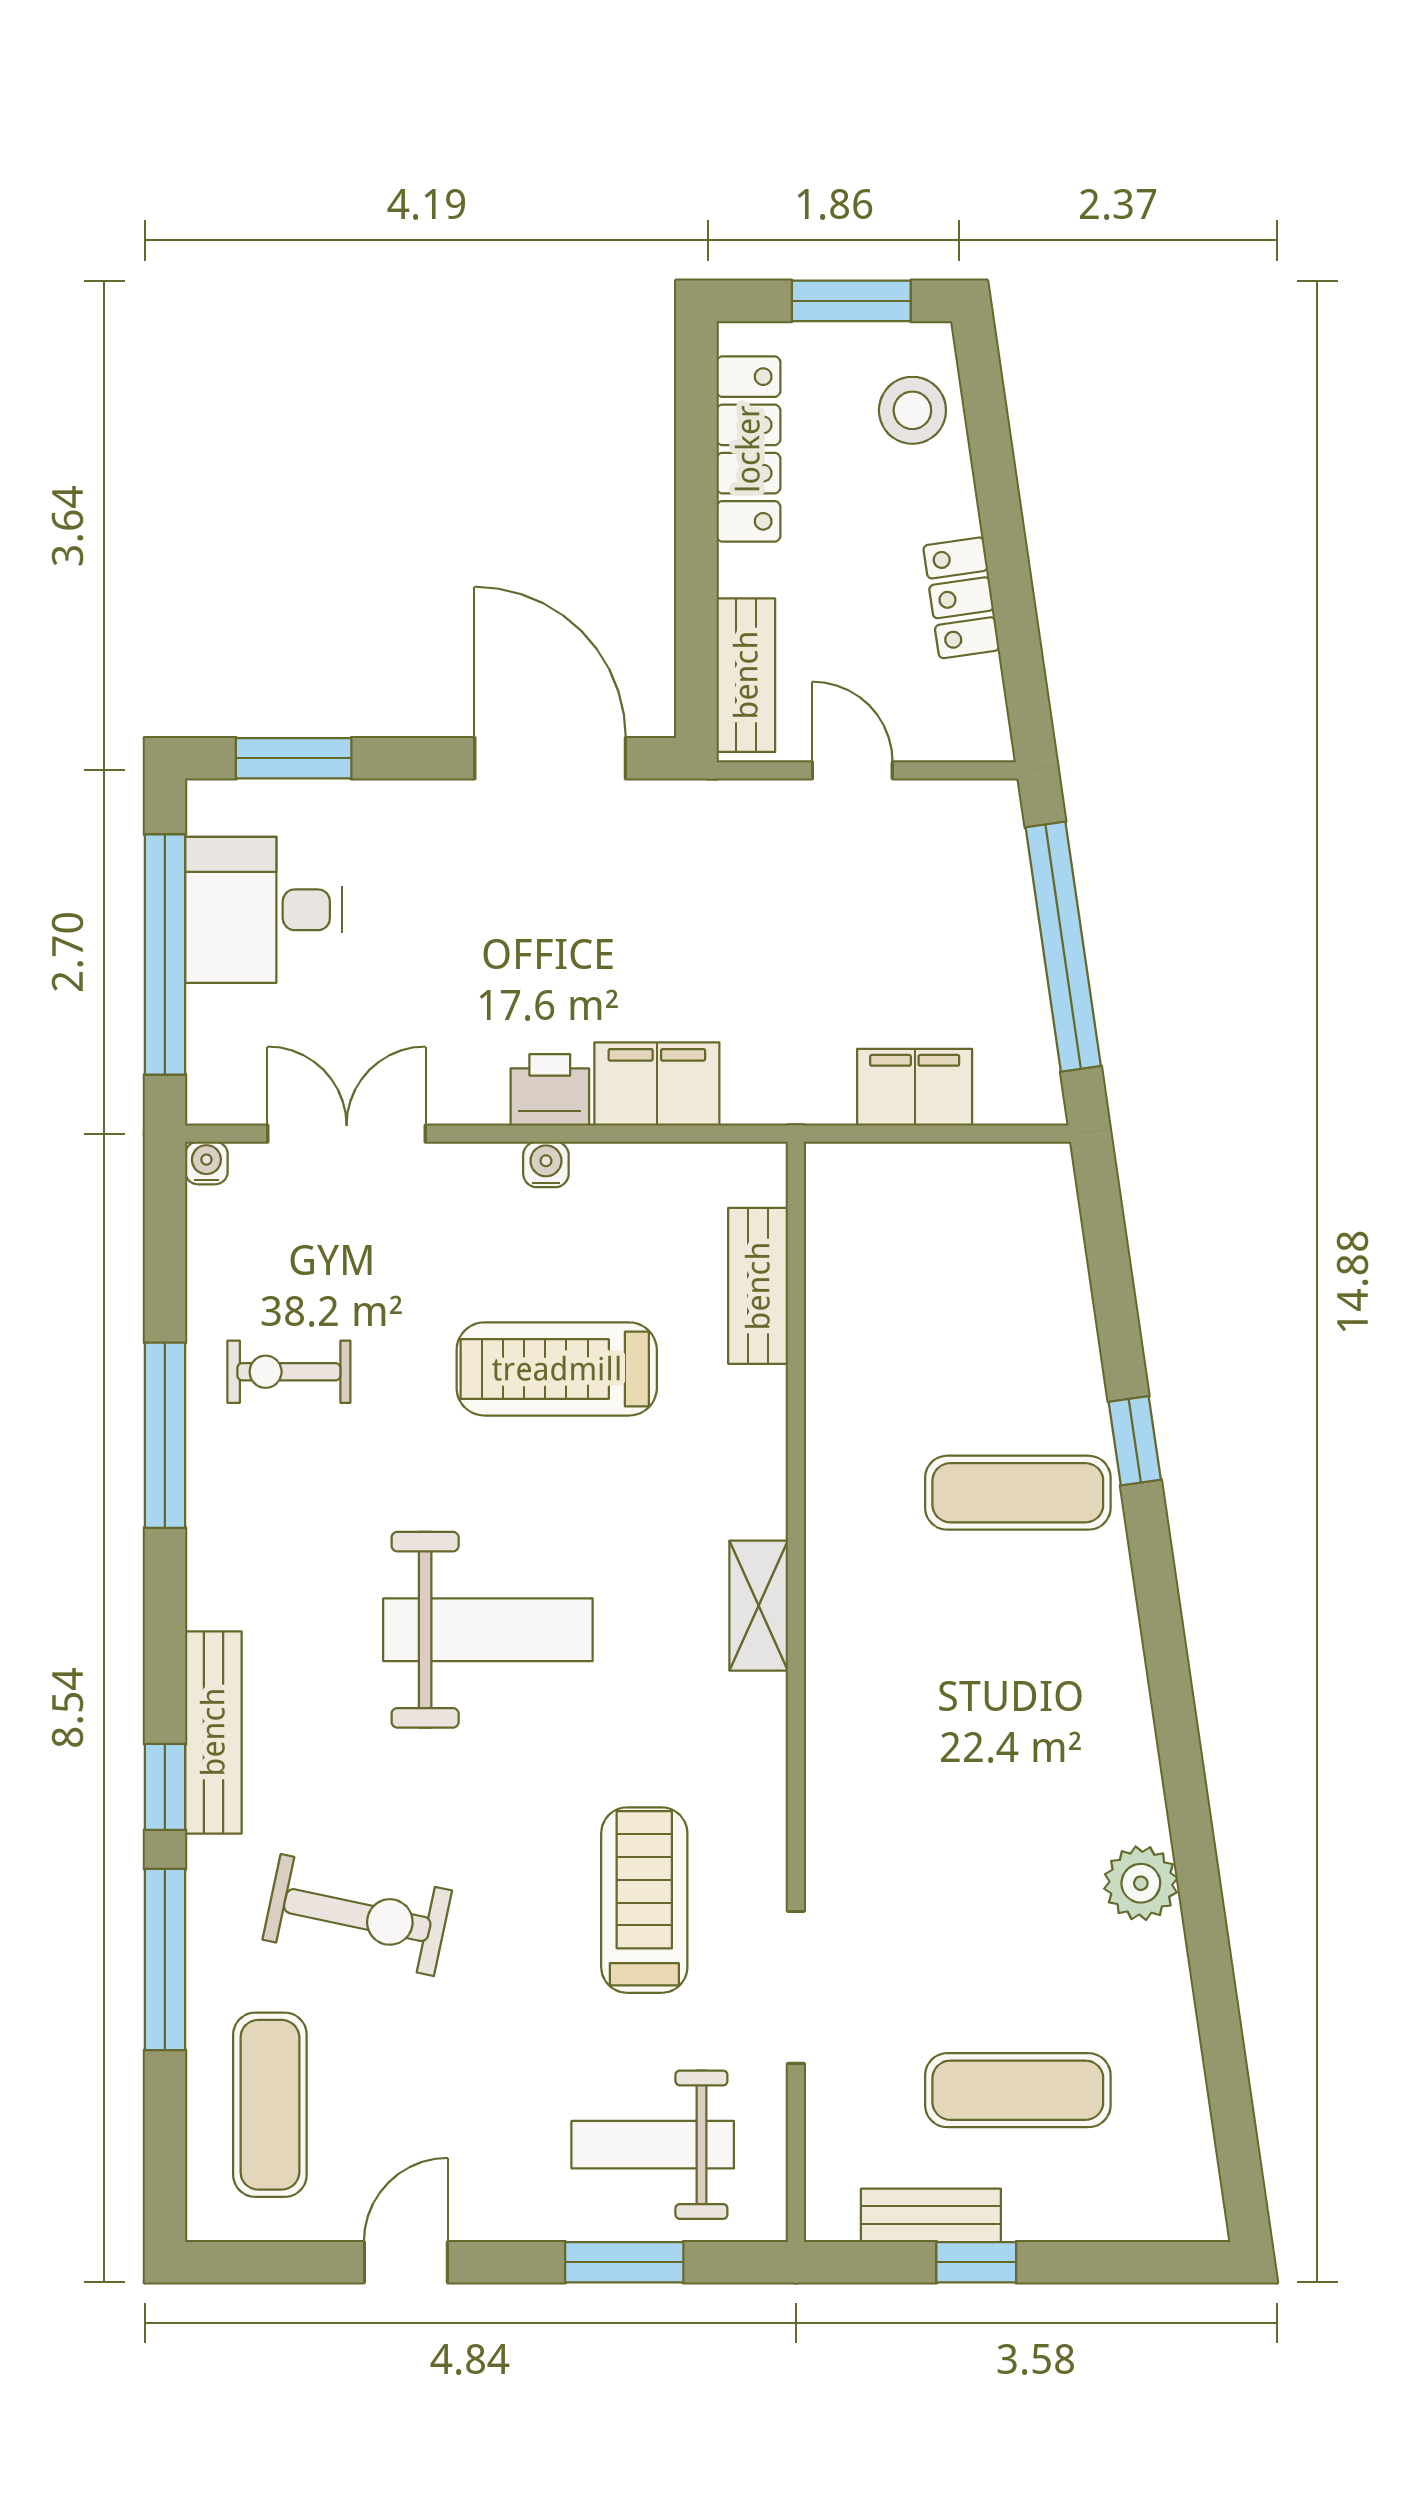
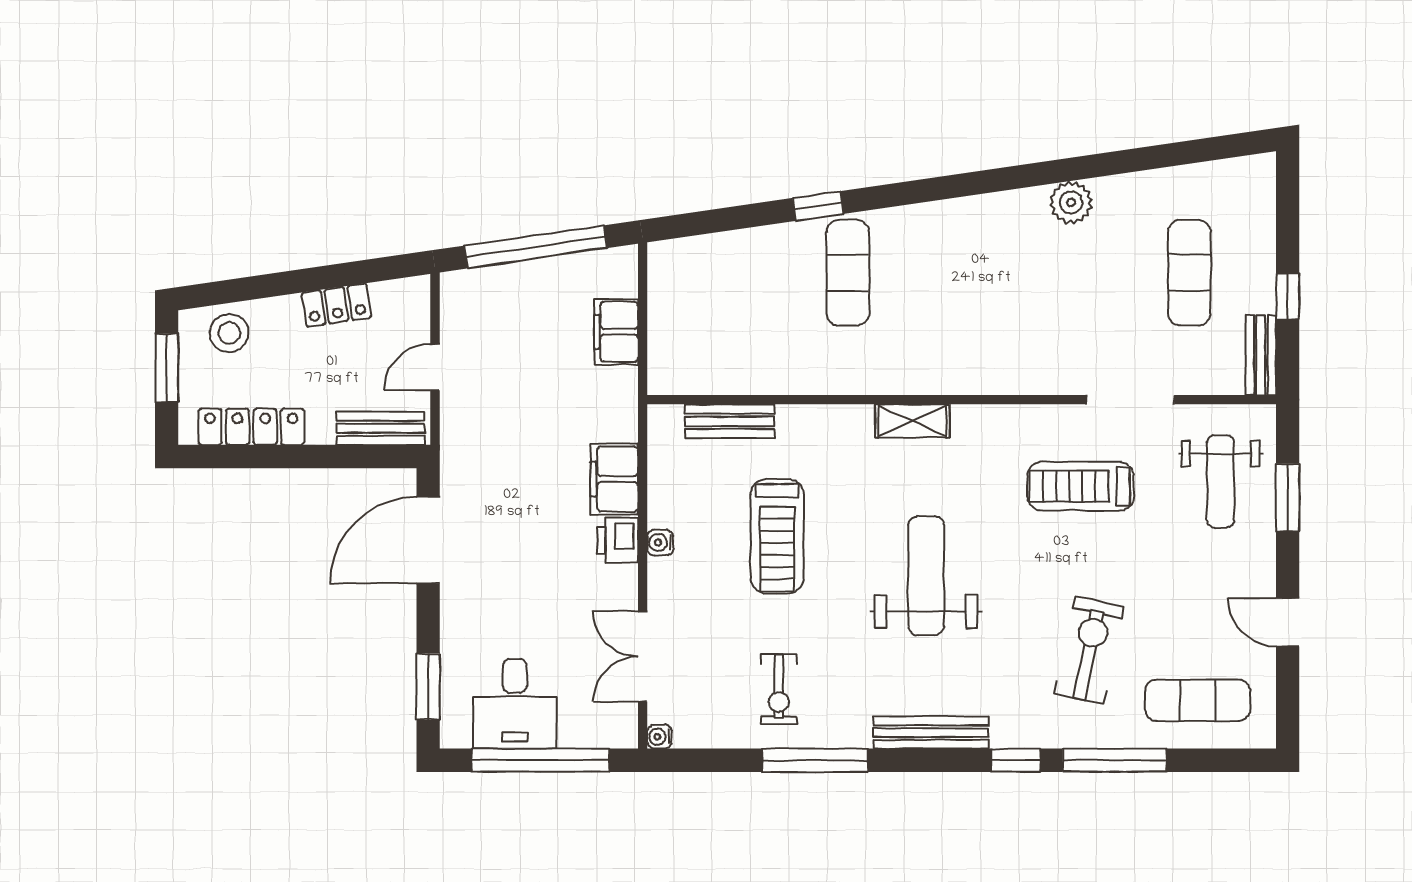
bench: (213, 1732) -> (931, 733), moved
bench: (931, 2215) -> (1261, 355), moved

